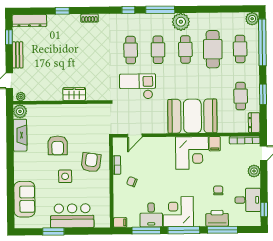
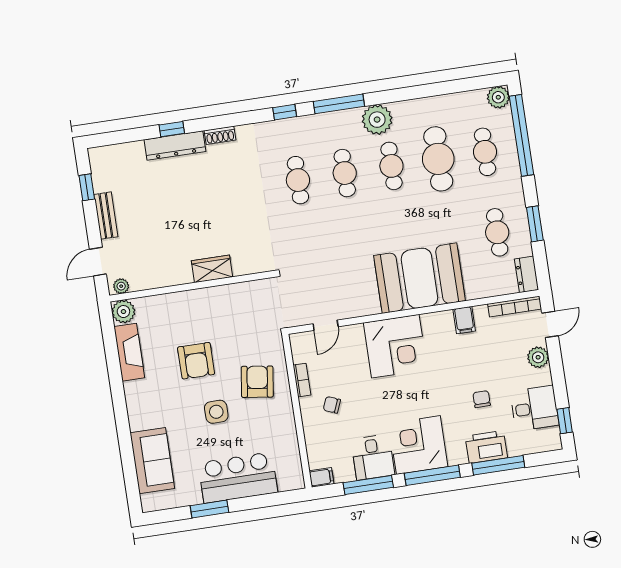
dresser: (29, 21) -> (175, 146), moved
checkout: (138, 86) -> (319, 241), removed
corner desk: (192, 153) -> (395, 346), moved

